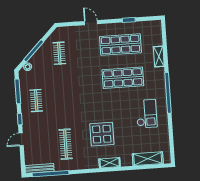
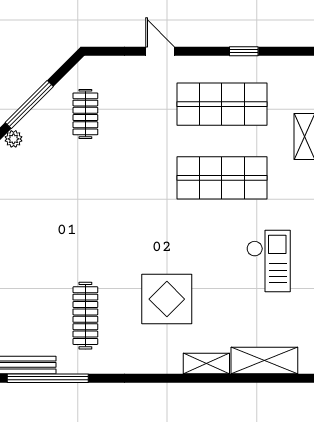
clothes rail: (36, 101) -> (27, 215), removed
shelving: (110, 163) -> (206, 363), moved

